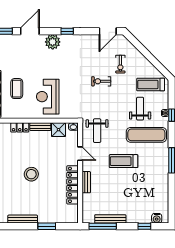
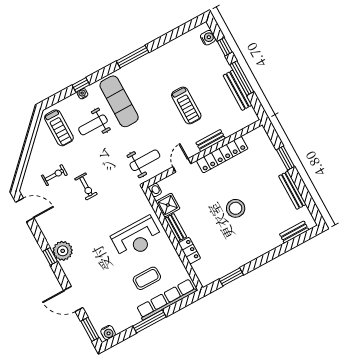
plant: (53, 42) -> (63, 251), moved
treadmill: (124, 161) -> (186, 105), moved
window: (103, 226) -> (242, 78), moved

